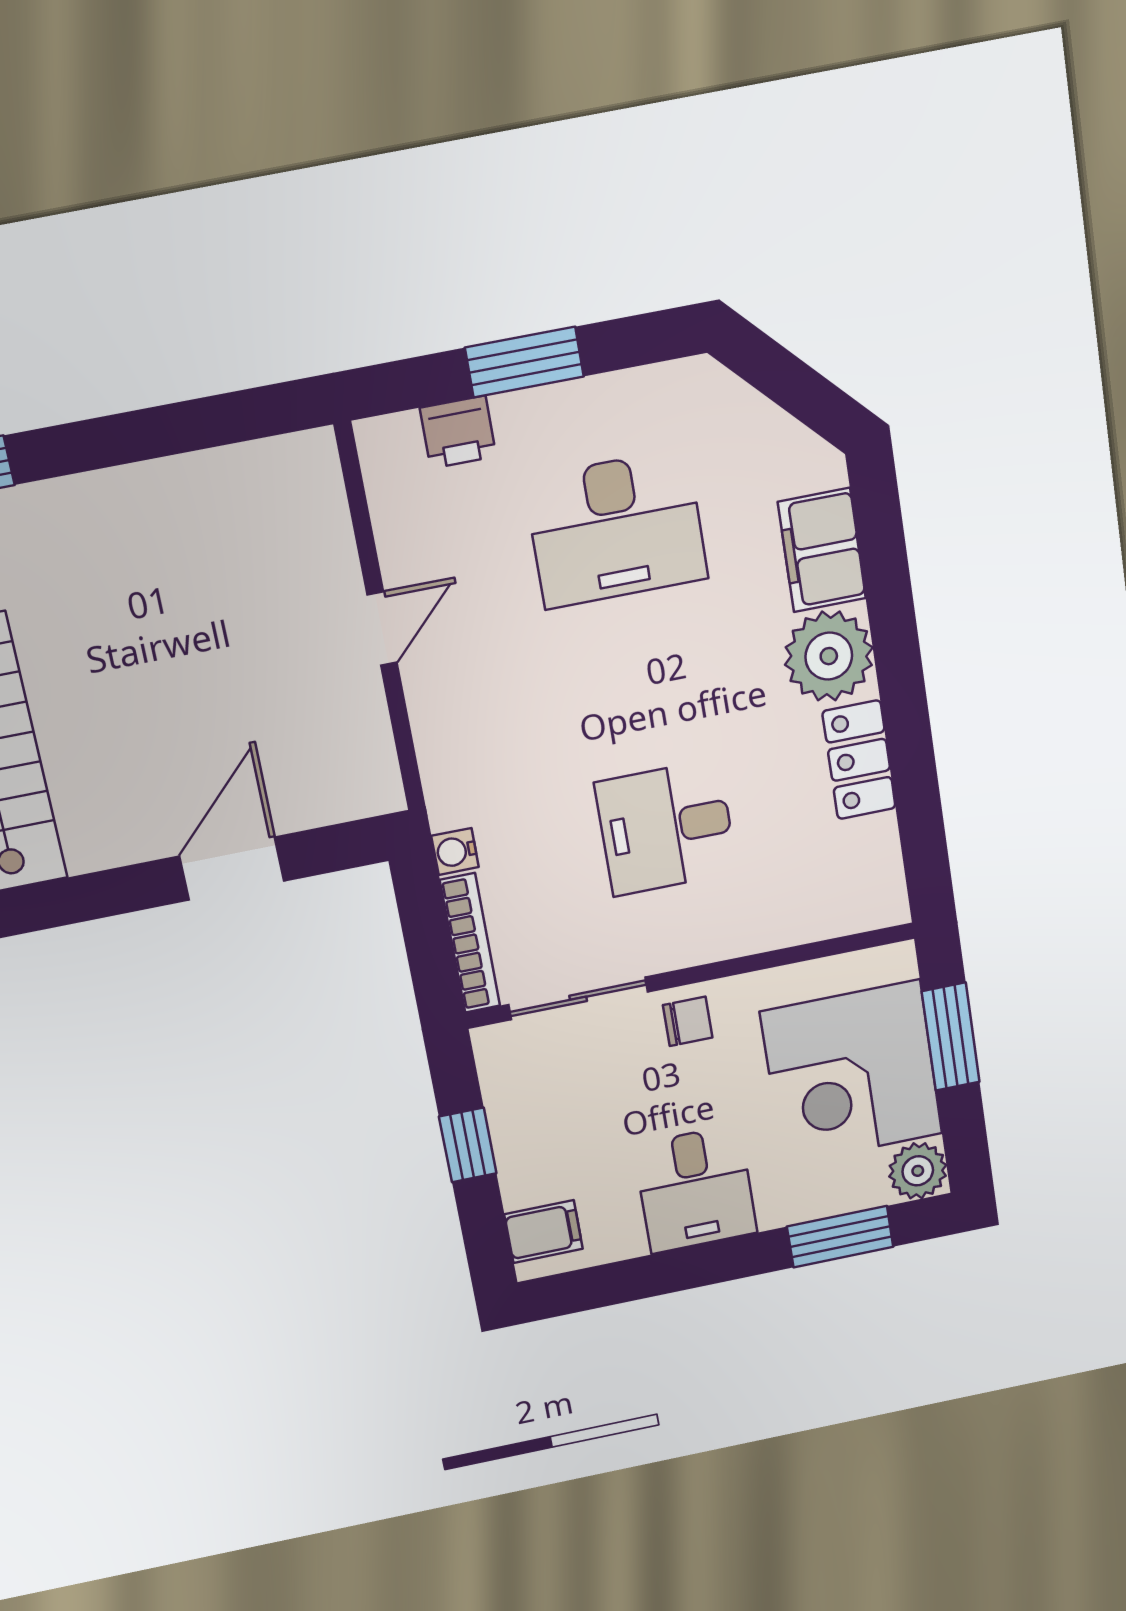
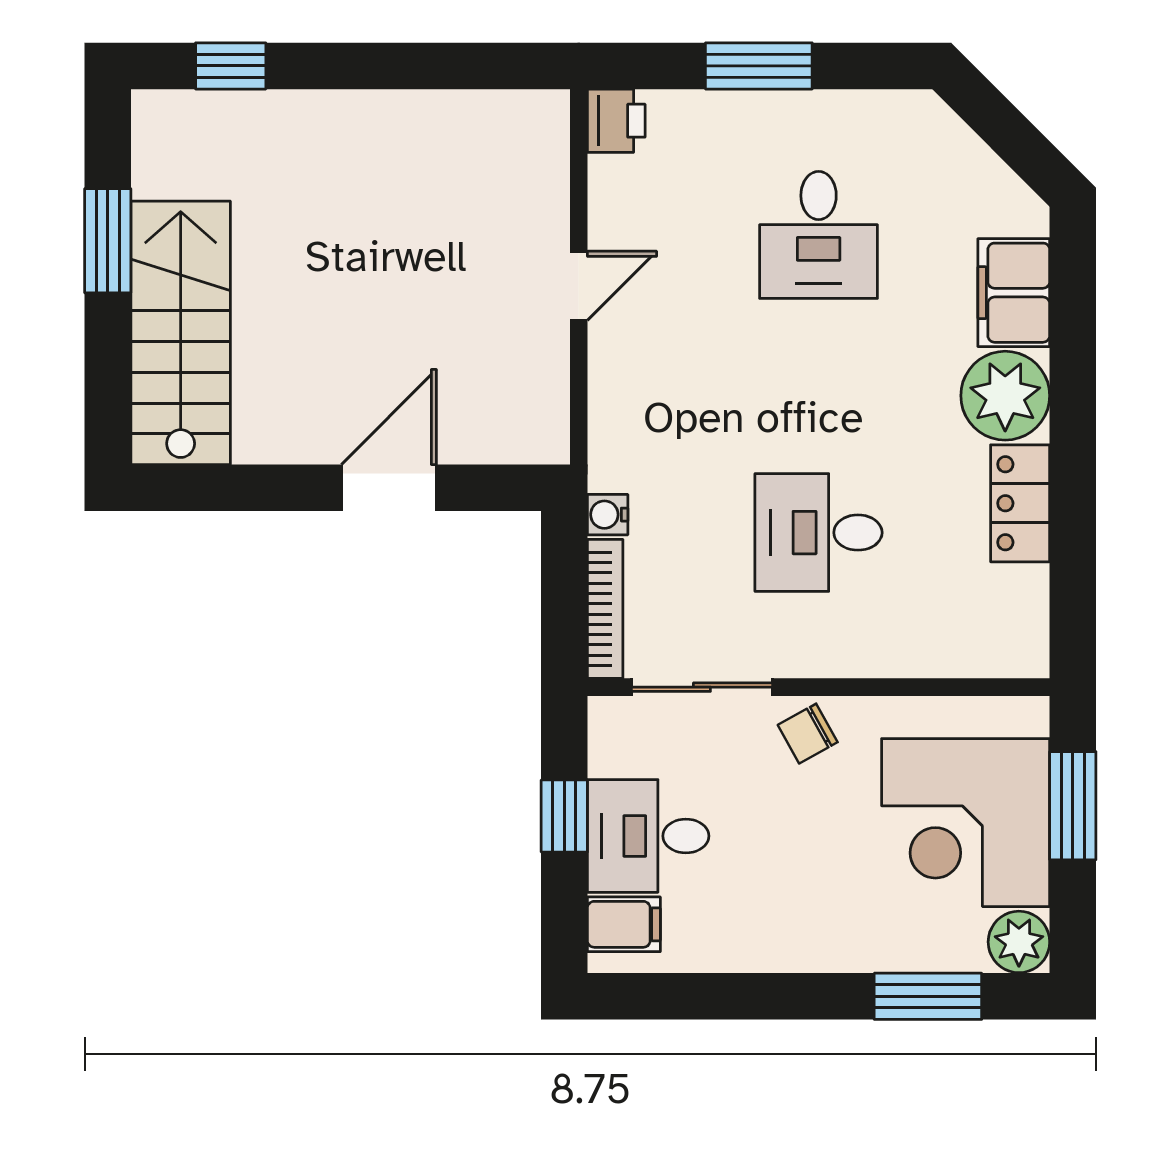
printer: (458, 432) -> (616, 121), moved, turned -90
desk: (616, 529) -> (819, 235), width x0.73
chair: (688, 1021) -> (808, 734), turned 151
desk: (695, 1189) -> (648, 836), moved, turned 90

